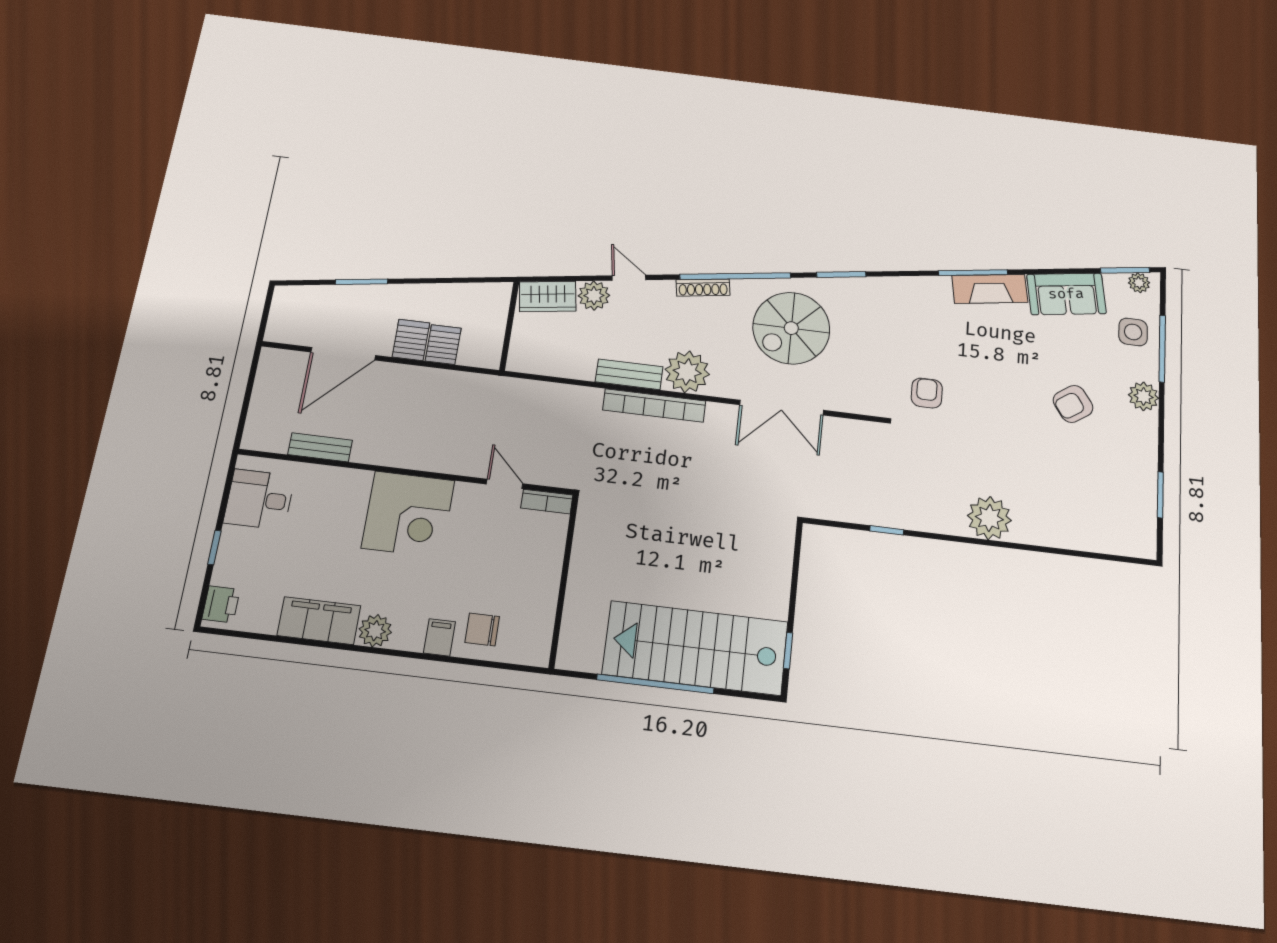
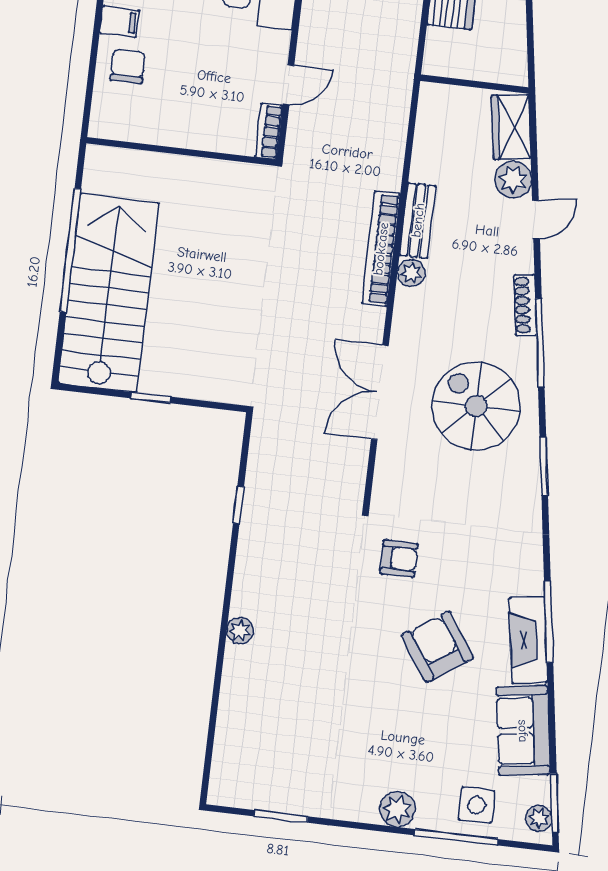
window: (735, 276) -> (540, 343), width x0.68
plant: (687, 372) -> (411, 273), width x0.53, depth x0.53
armchair: (1073, 404) -> (437, 647), moved, width x1.38, depth x1.38
plant: (989, 518) -> (240, 631), width x0.53, depth x0.53
window: (788, 651) -> (151, 398), moved

